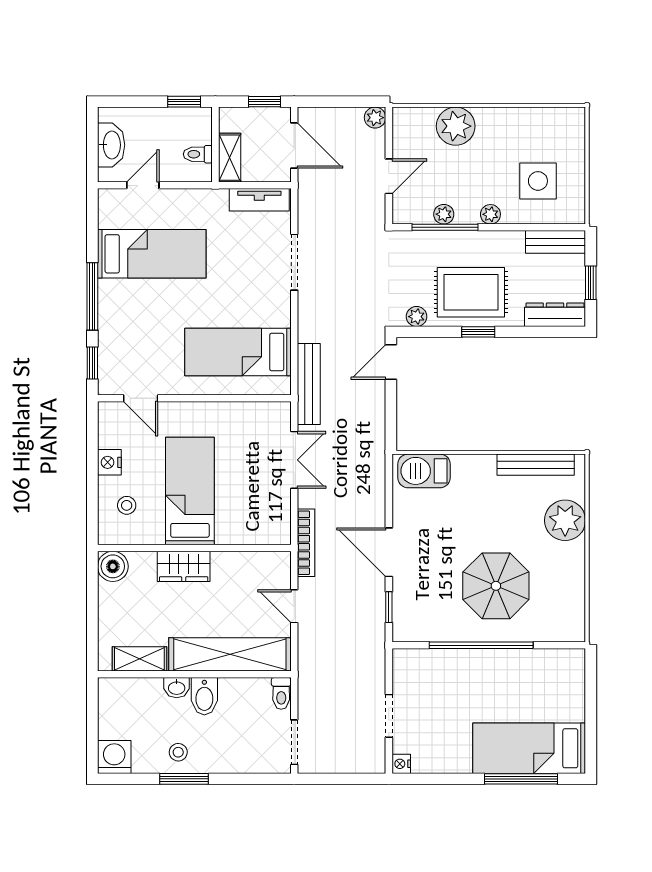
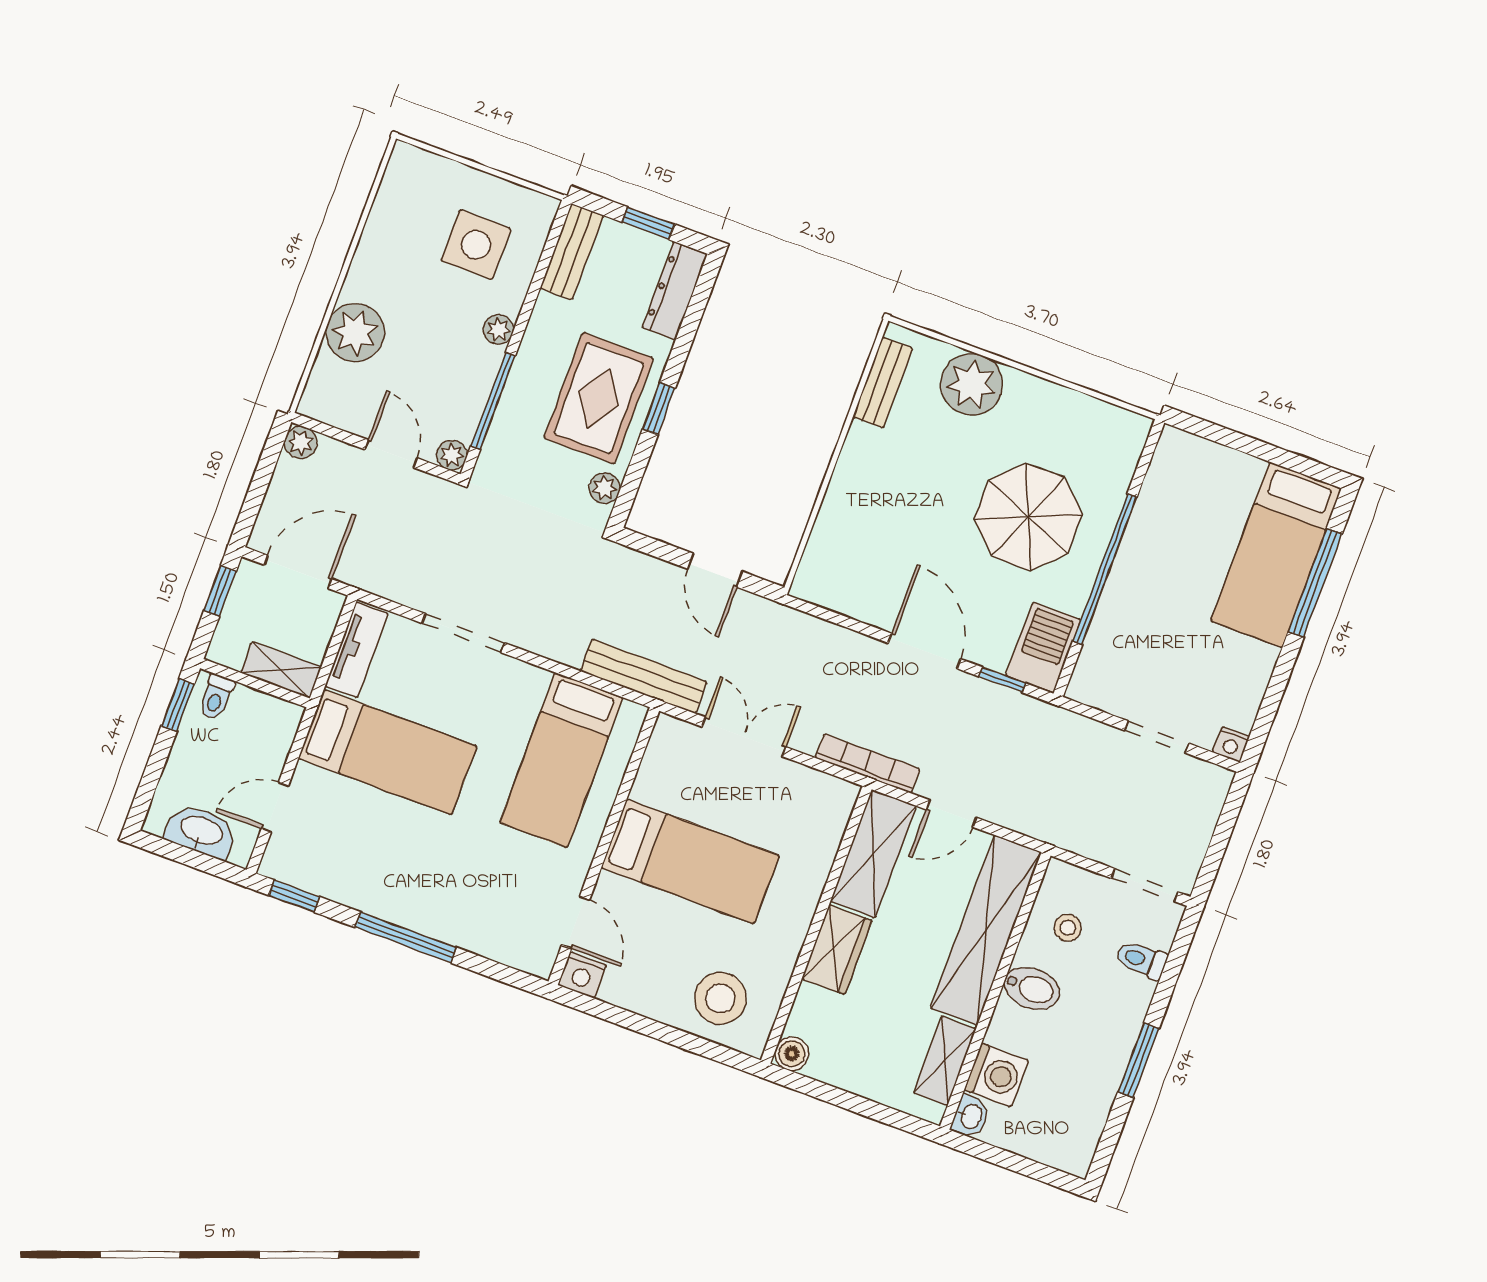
toilet: (198, 154) -> (216, 697), moved
door: (143, 185) -> (275, 807), hinge flipped
plant: (444, 214) -> (452, 455), moved
bed: (152, 254) -> (388, 752), moved, turned 90
door: (391, 362) -> (715, 570), moved
window: (92, 363) -> (294, 896), moved
door: (141, 398) -> (576, 922), hinge flipped
nightstand: (109, 462) -> (582, 975), moved
bench: (536, 465) -> (883, 382), width x0.73
barbecue: (424, 471) -> (1043, 648), moved, turned 180
bed: (190, 491) -> (690, 862), moved, turned 180
stool: (127, 505) -> (720, 998), width x1.89, depth x1.89
door: (389, 552) -> (924, 651), swing flipped
boiler: (113, 566) -> (792, 1054), width x0.73, depth x0.73
shelving: (252, 567) -> (873, 854), added
washbasin: (177, 688) -> (971, 1116), moved
toilet: (281, 693) -> (1141, 960), moved, turned 180
stool: (178, 752) -> (1068, 928), moved
washing machine: (114, 757) -> (996, 1075), moved, turned 180

